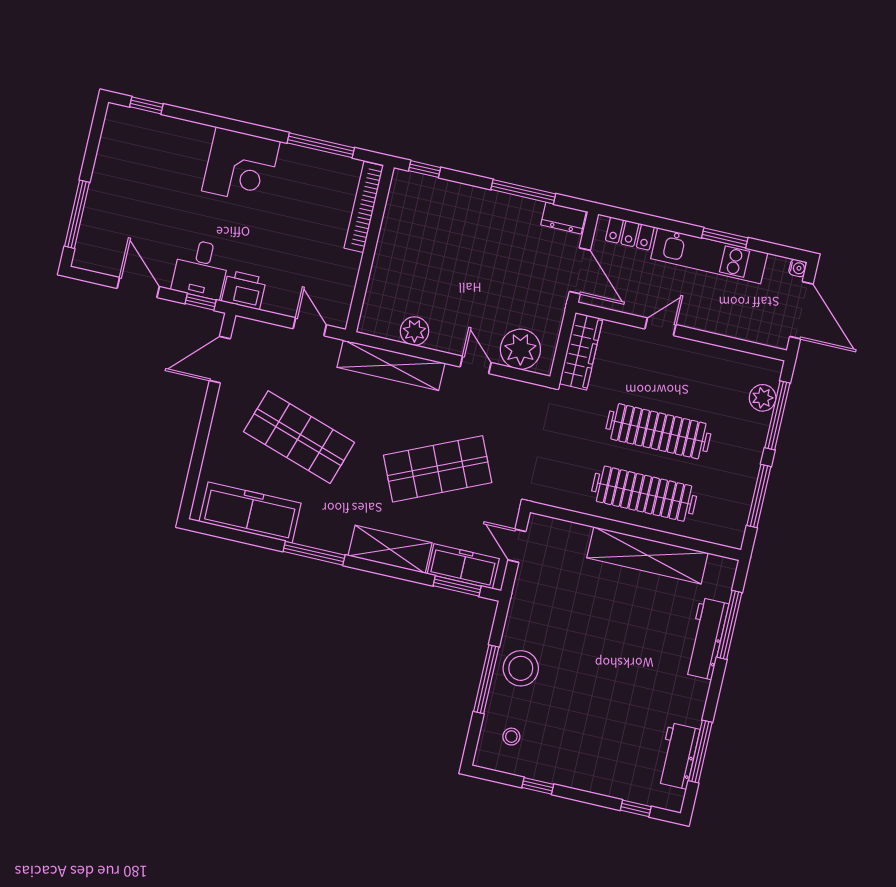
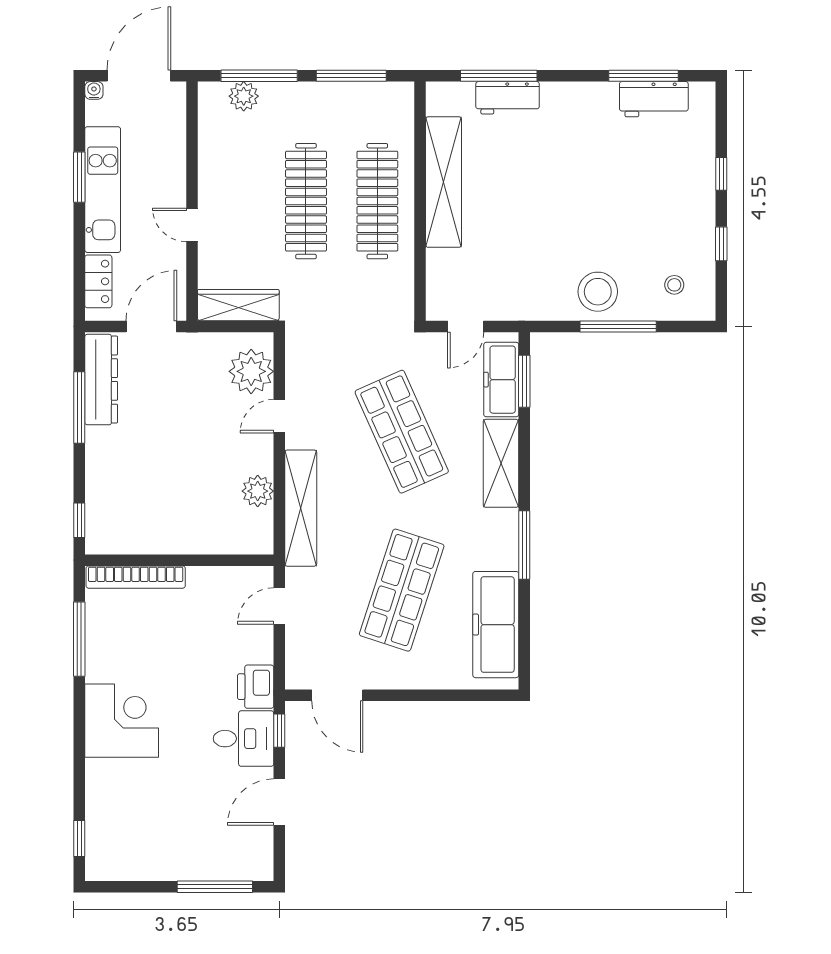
dresser: (563, 218) -> (101, 380), width x1.96, depth x1.24
workbench: (706, 639) -> (508, 98), width x0.73
window: (636, 808) -> (721, 174), moved

